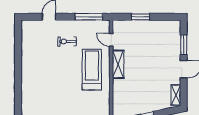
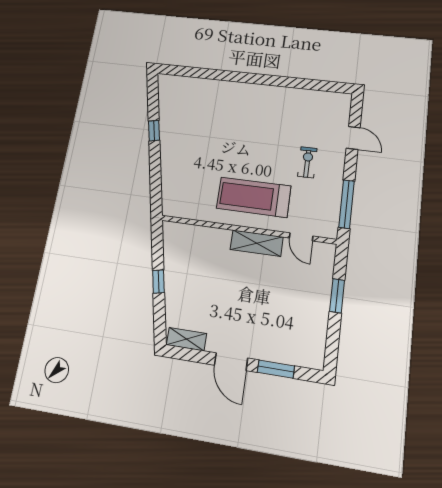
door: (111, 40) -> (301, 237), swing flipped
treadmill: (92, 70) -> (254, 197), turned 180

